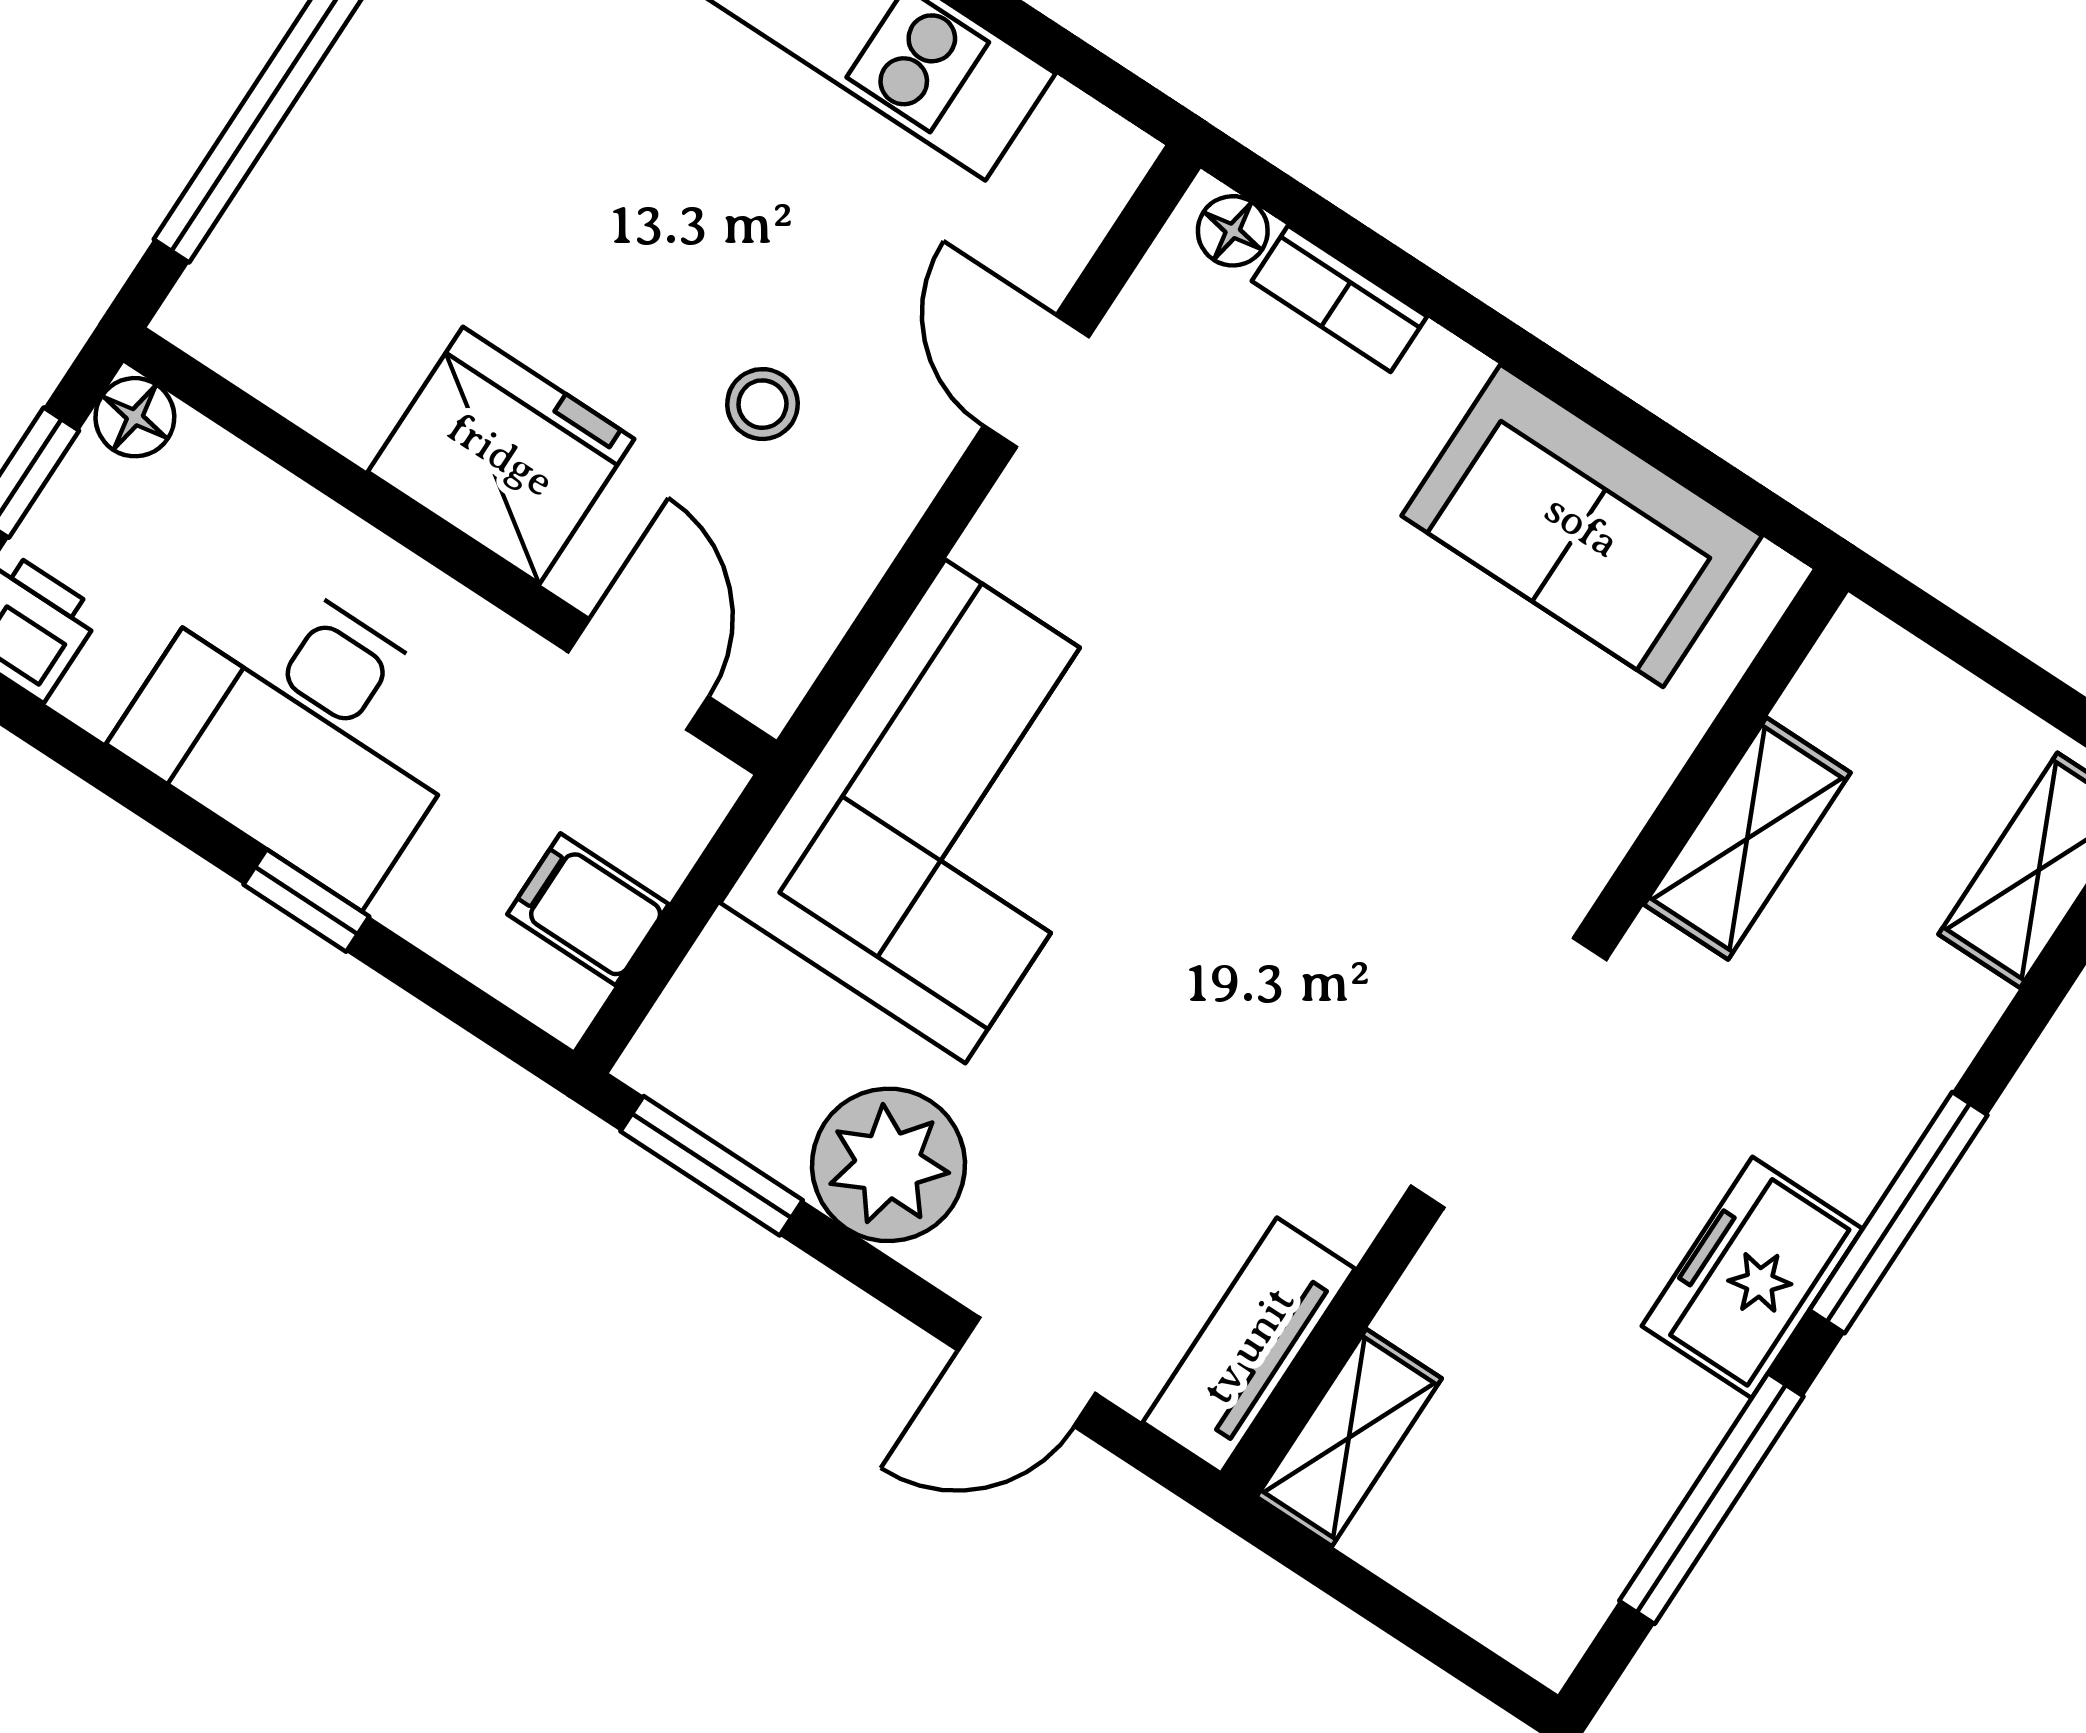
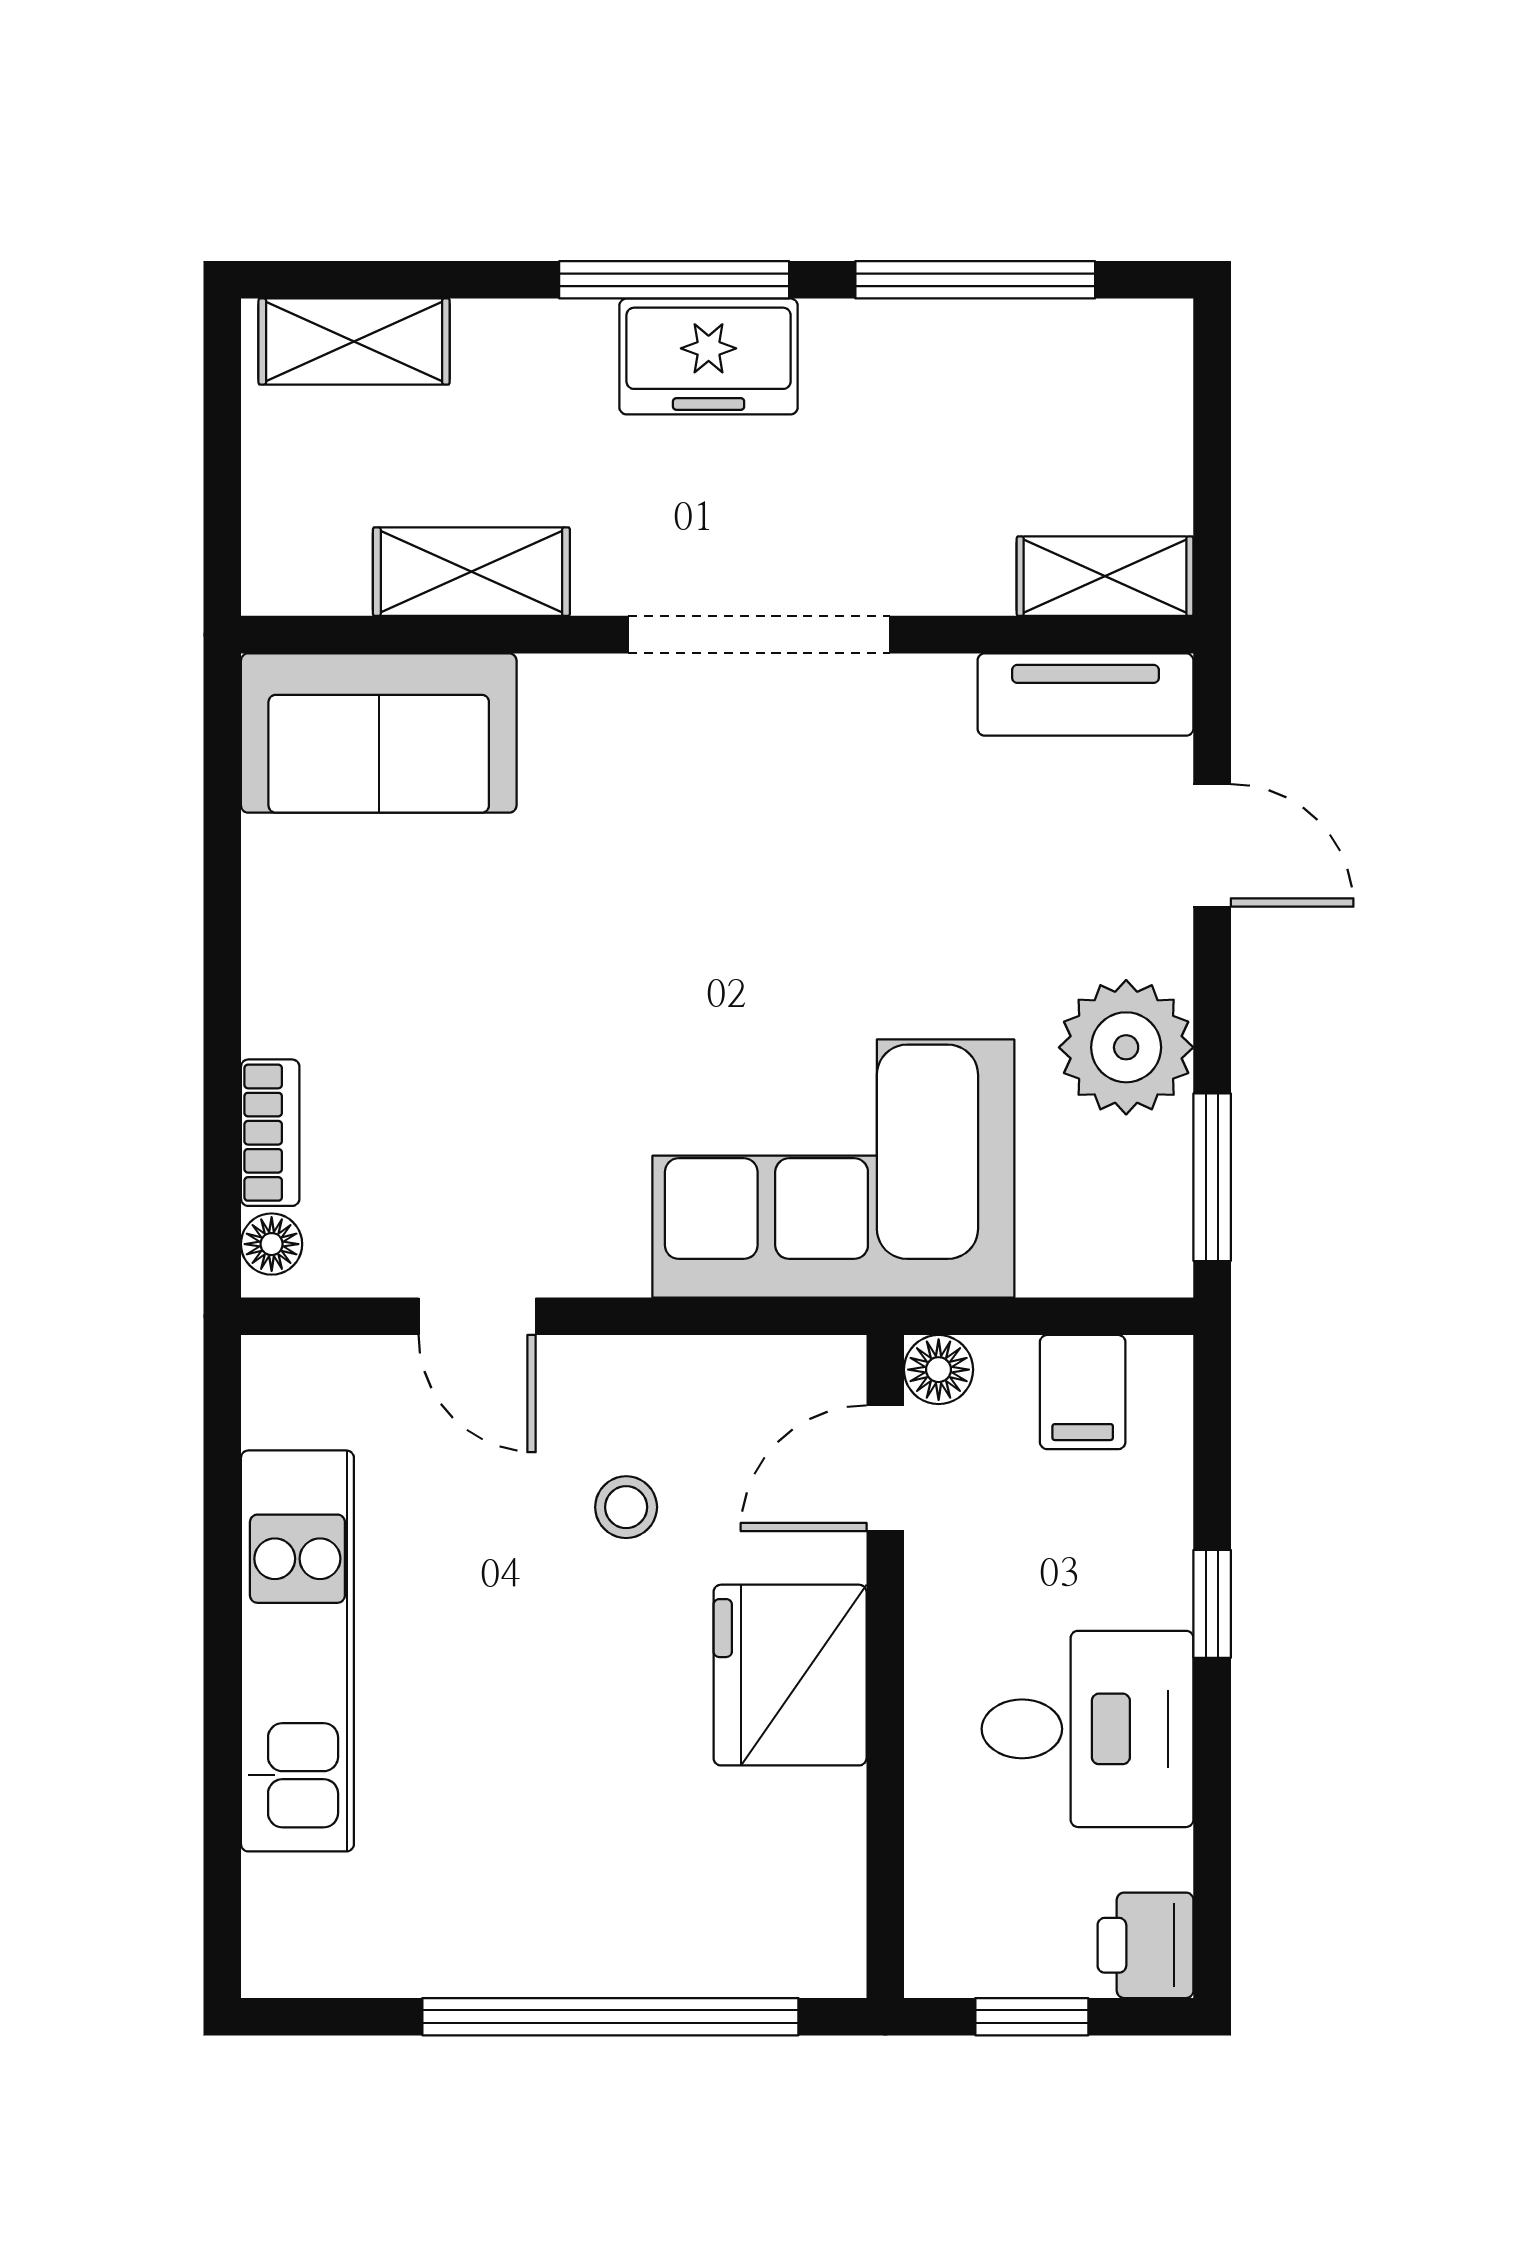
door: (1036, 381) -> (477, 1316), hinge flipped
floor lamp: (135, 417) -> (939, 1370), moved
sofa: (1582, 526) -> (379, 733), moved, turned 90
desk: (300, 727) -> (1088, 1729), width x0.73
freezer: (1752, 1277) -> (709, 356), moved

